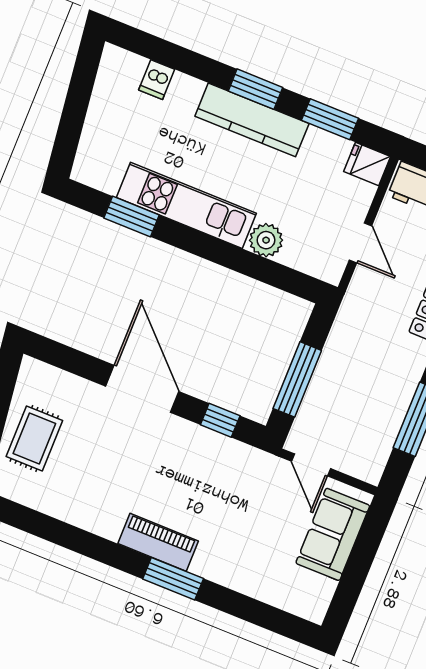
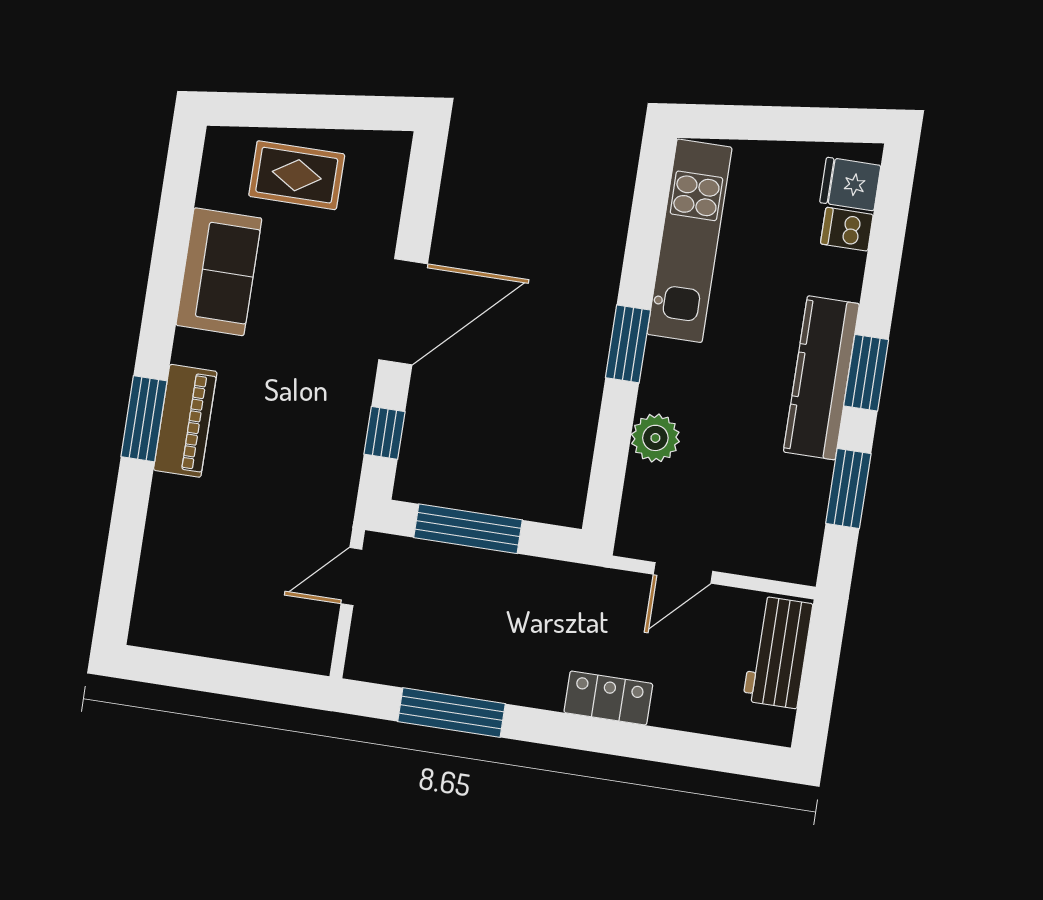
fridge: (367, 164) -> (850, 184), moved, turned -90
kitchen unit: (186, 205) -> (689, 241), moved
window: (131, 216) -> (628, 344), moved
sofa: (333, 534) -> (219, 272), moved, turned 90
piano: (158, 542) -> (185, 421), moved

